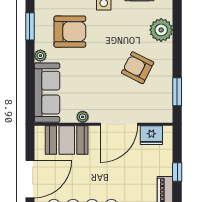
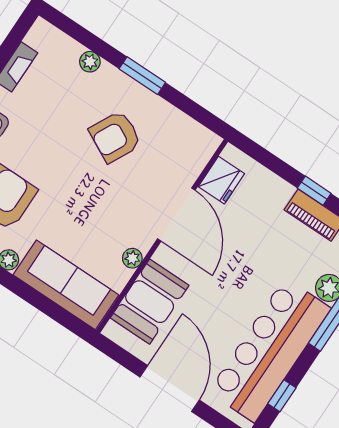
plant: (161, 30) -> (90, 62), width x0.53, depth x0.53
window: (177, 92) -> (142, 76), moved
window: (177, 172) -> (314, 191), moved

